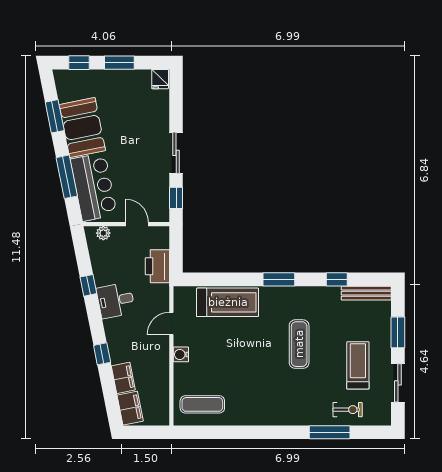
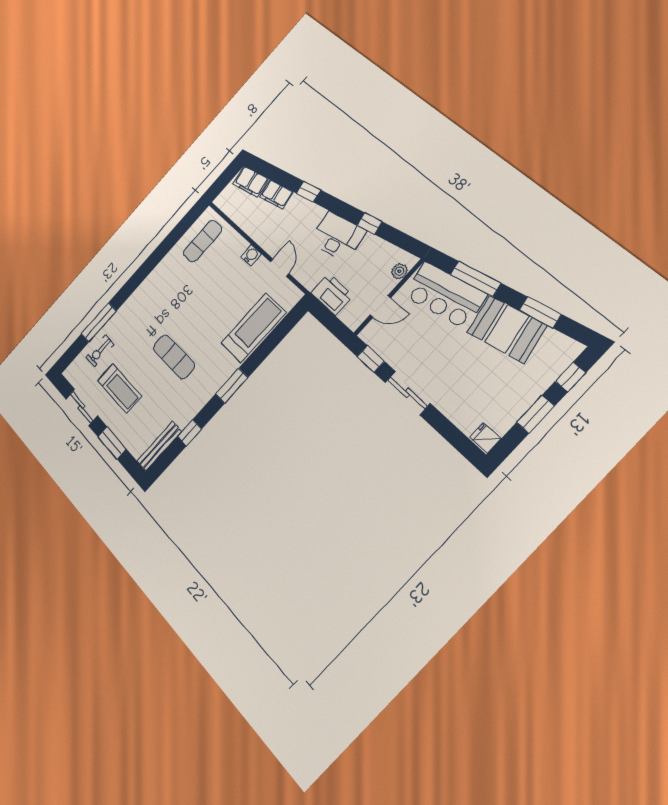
desk: (116, 300) -> (338, 237), width x1.37
treadmill: (228, 302) -> (253, 328), turned 180

